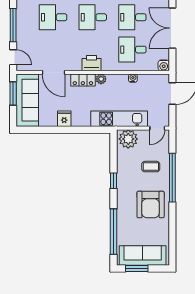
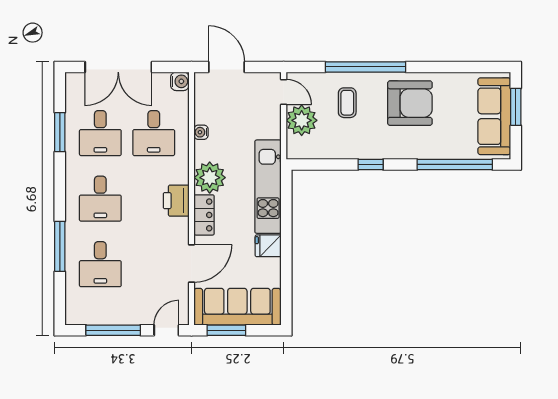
plant: (101, 79) -> (210, 178), width x1.88, depth x1.88
kitchen unit: (119, 119) -> (268, 187), moved
plant: (128, 139) -> (302, 120), moved
window: (137, 268) -> (516, 107), moved

